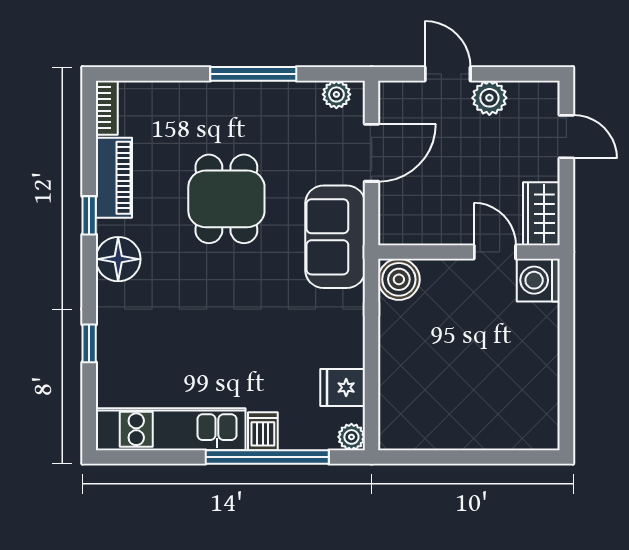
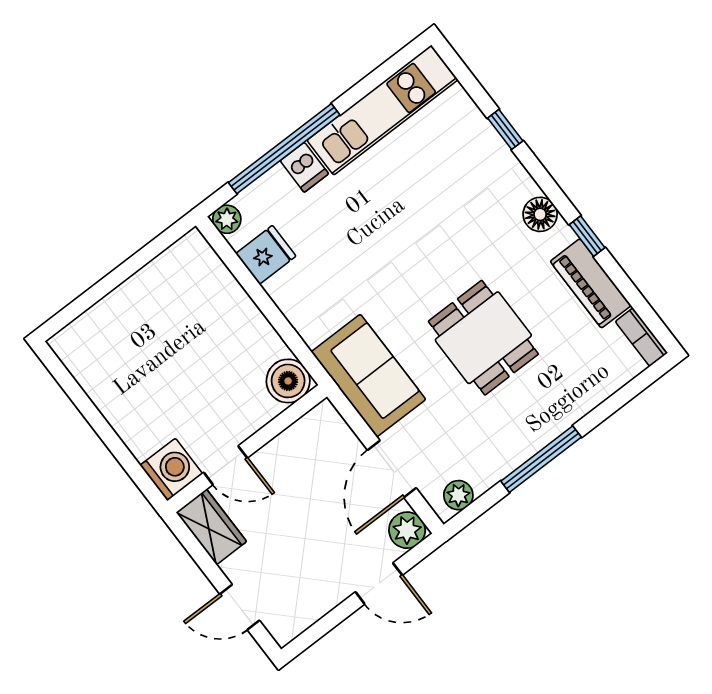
plant: (489, 98) -> (407, 530), moved
floor lamp: (118, 259) -> (540, 214), width x0.73, depth x0.73

